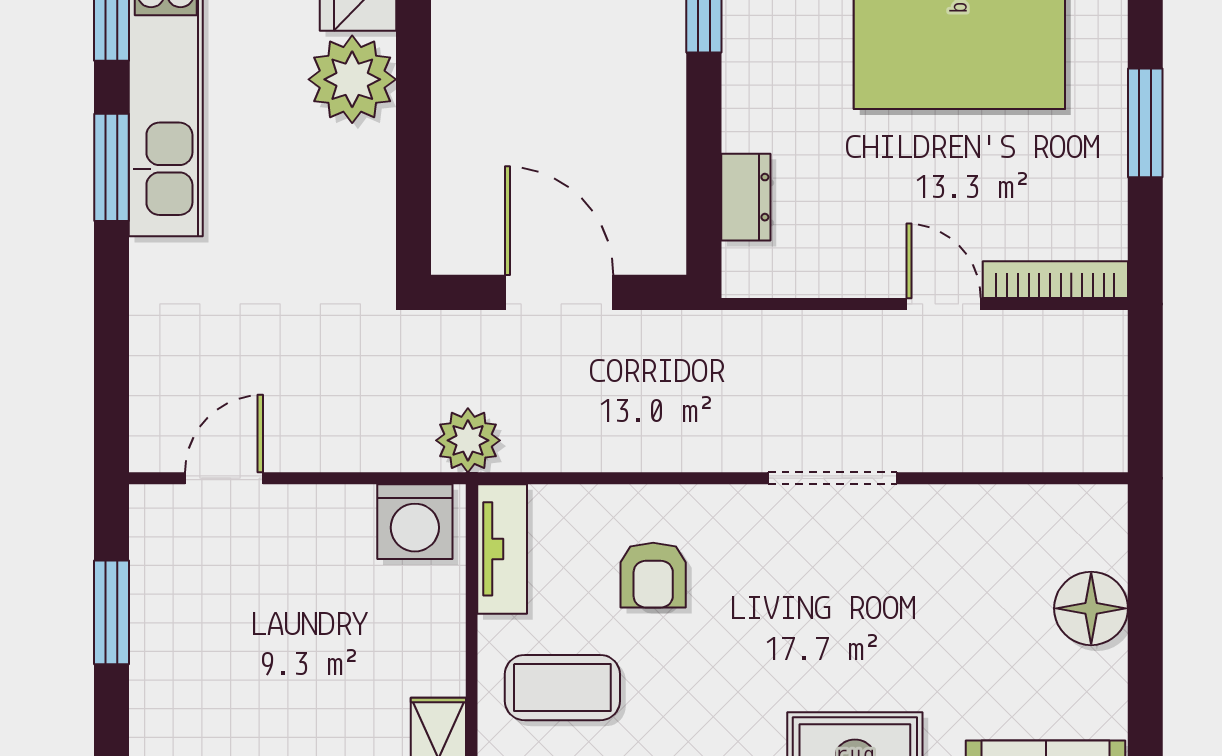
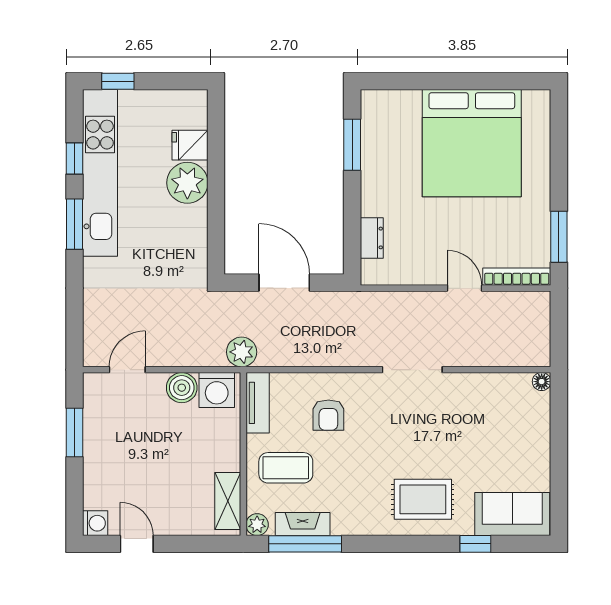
window: (1145, 123) -> (559, 237), moved
boiler: (340, 517) -> (182, 388), added
floor lamp: (1091, 608) -> (542, 382), moved, width x0.53, depth x0.53

